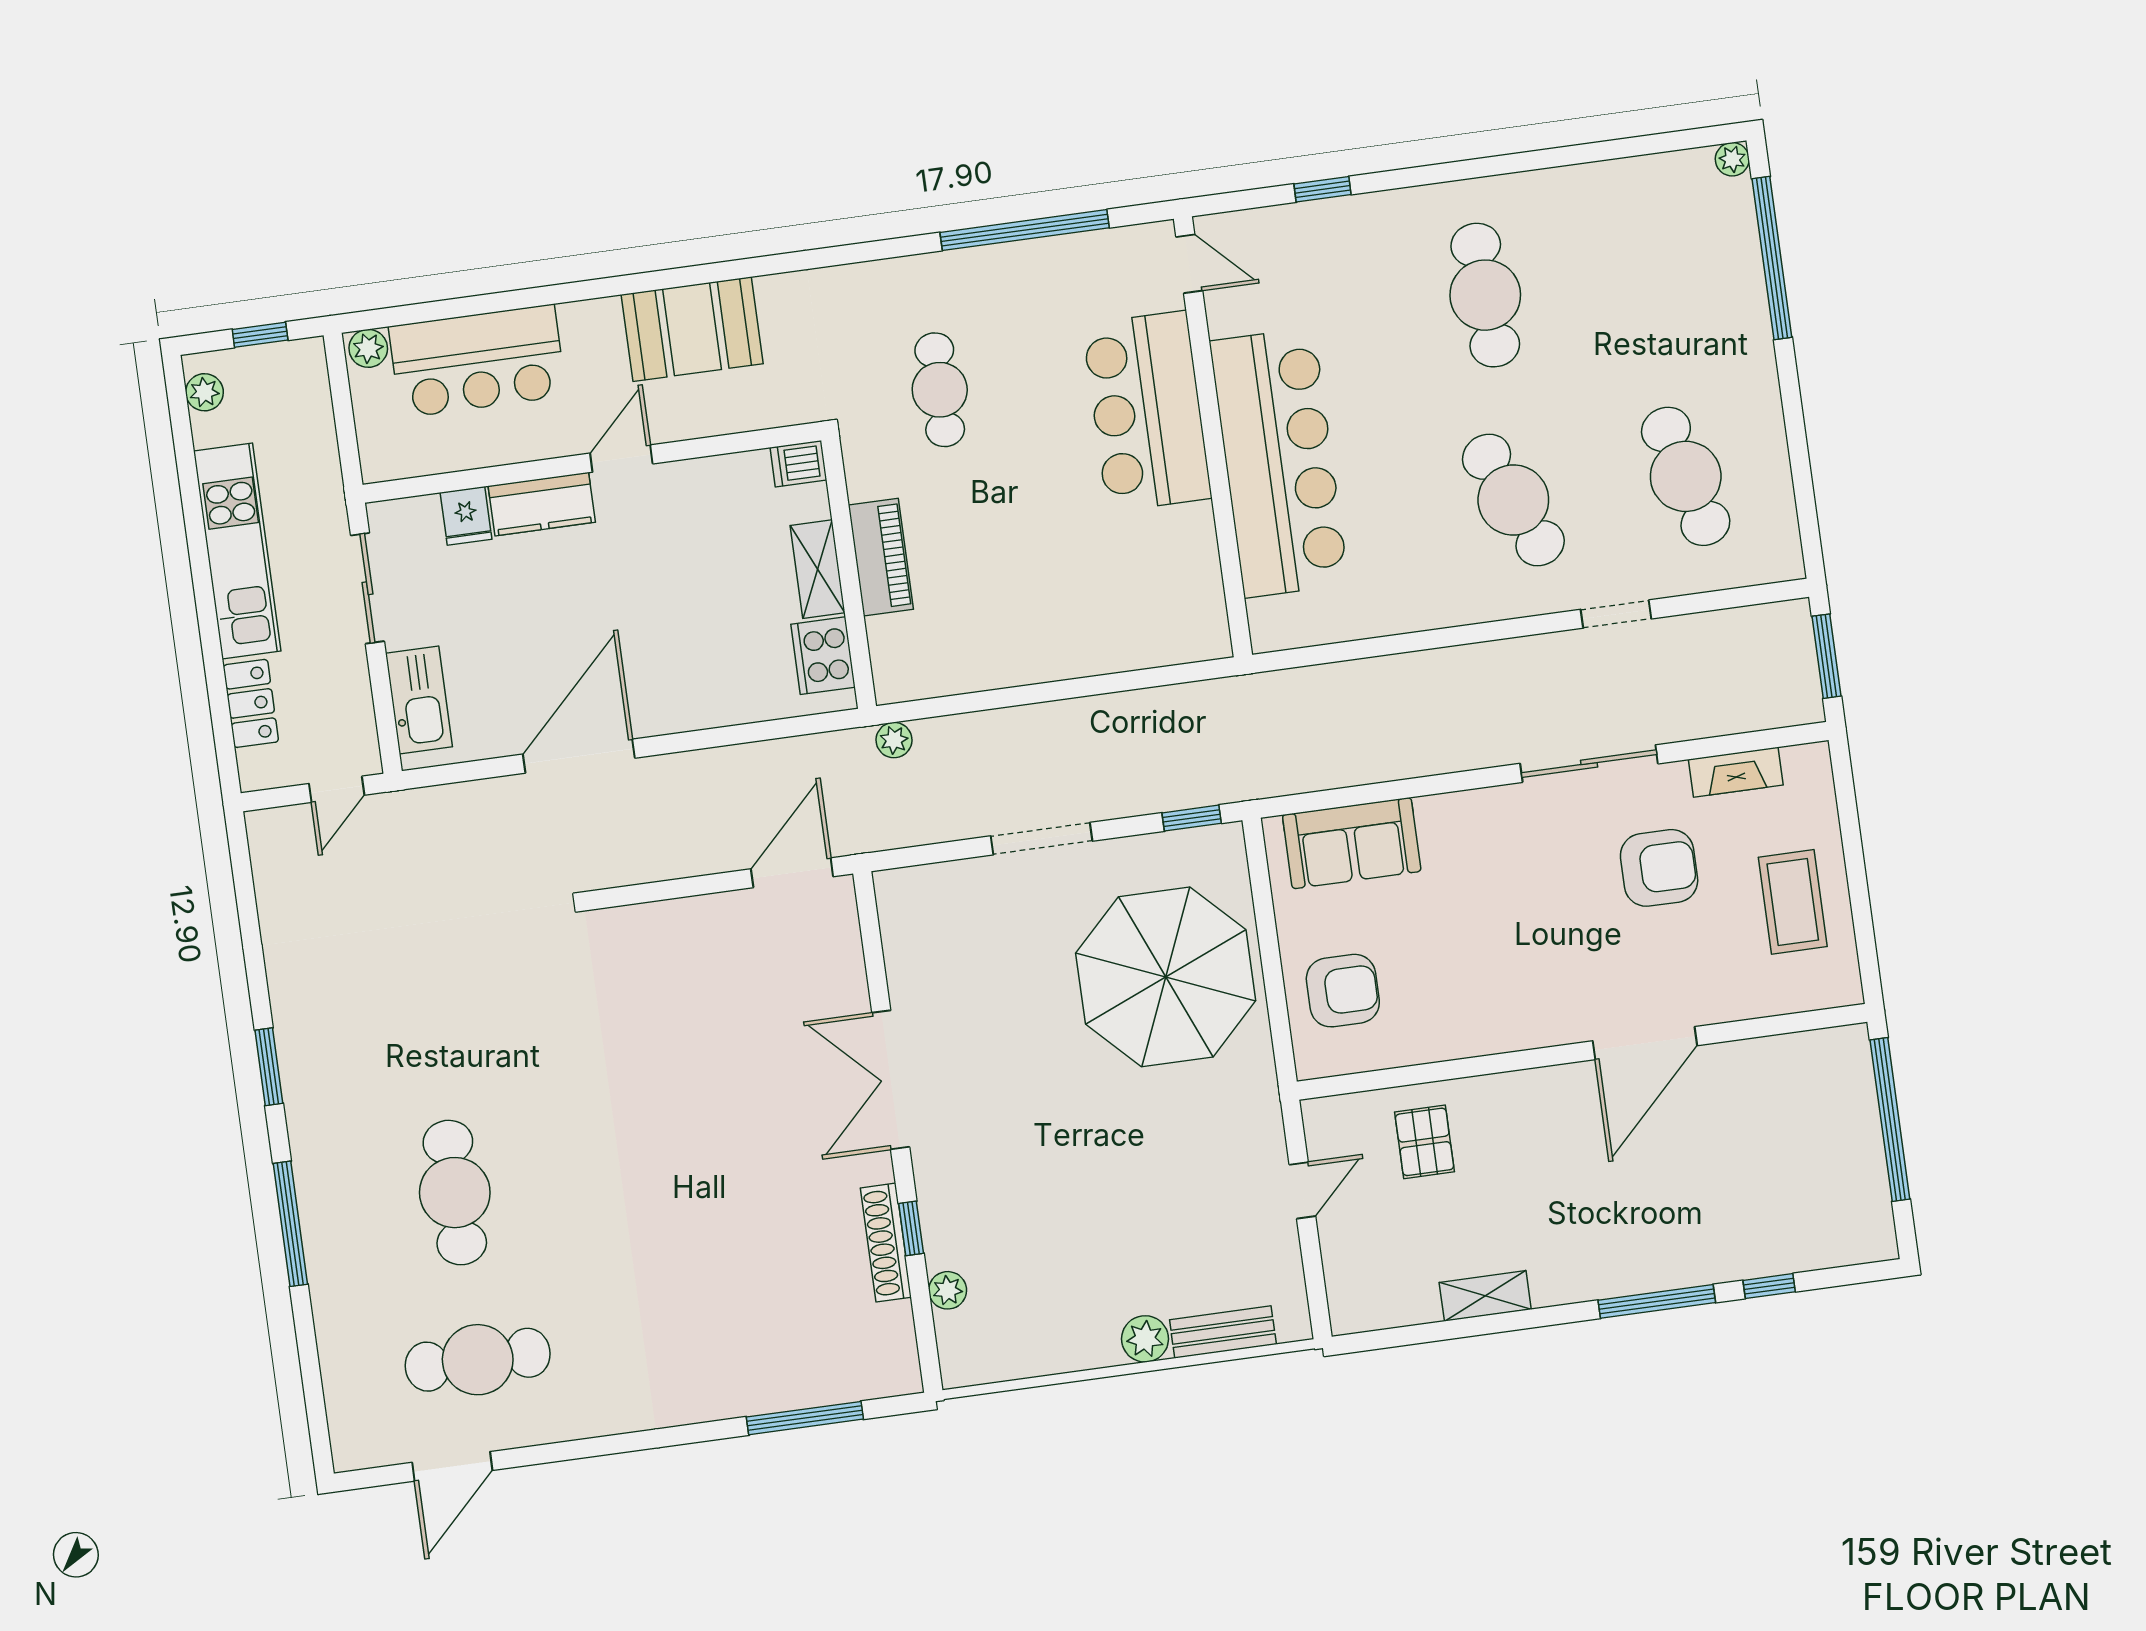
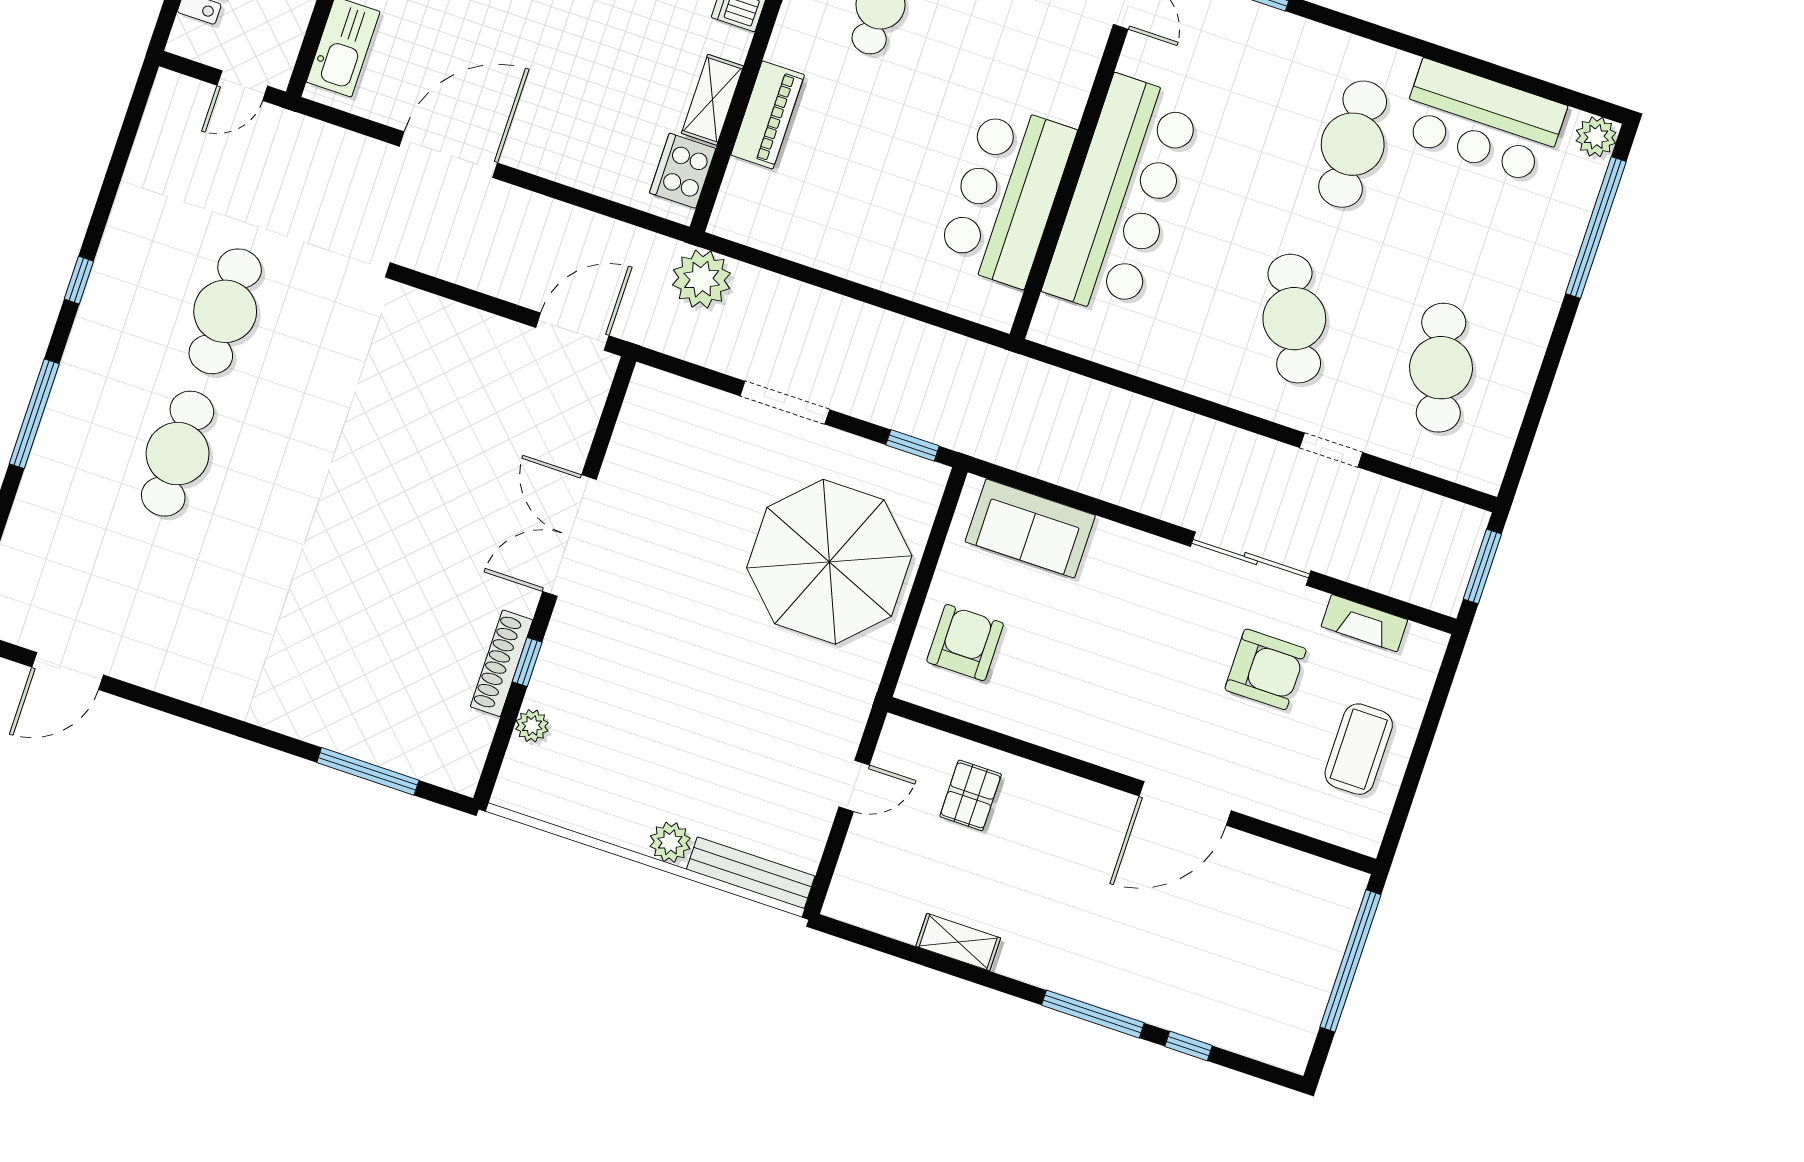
plant: (1732, 159) -> (1596, 137), width x1.38, depth x1.38
bar counter: (1605, 208) -> (1482, 122), added
bar counter: (1147, 411) -> (1006, 195), moved
plant: (894, 740) -> (702, 279), width x1.88, depth x1.88
armchair: (1343, 991) -> (965, 643), turned -90
window: (269, 1067) -> (79, 280), width x0.67
bench: (1223, 1332) -> (751, 873), width x1.36
cafe table: (478, 1360) -> (225, 311), moved, turned 90

